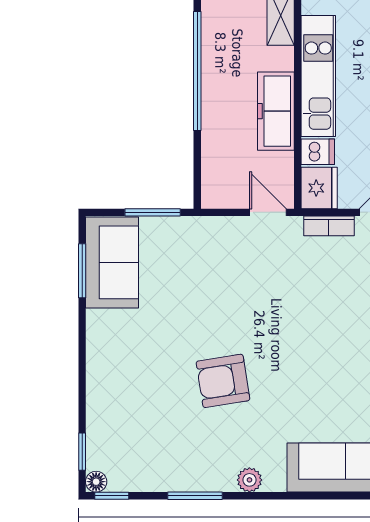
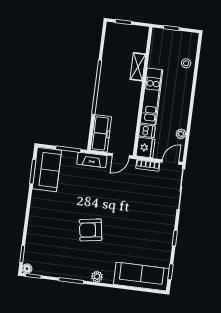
freezer: (276, 111) -> (101, 133), moved, turned 180
door: (268, 212) -> (121, 156), swing flipped
fireplace: (207, 229) -> (92, 160), added

